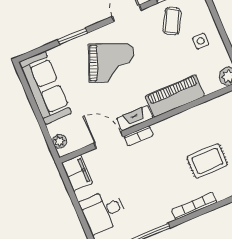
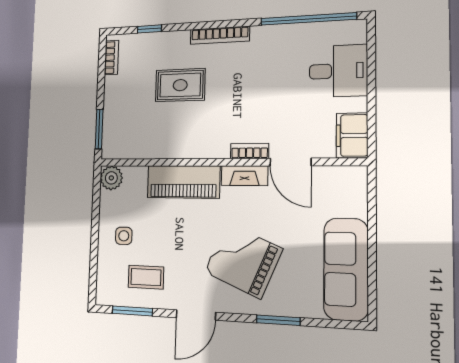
coffee table: (172, 21) -> (146, 277), turned 62
plant: (60, 141) -> (357, 188), removed

